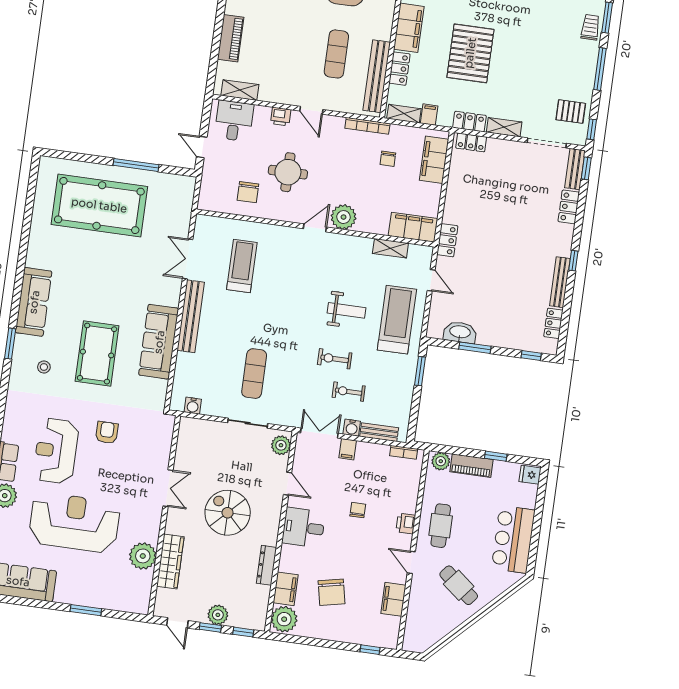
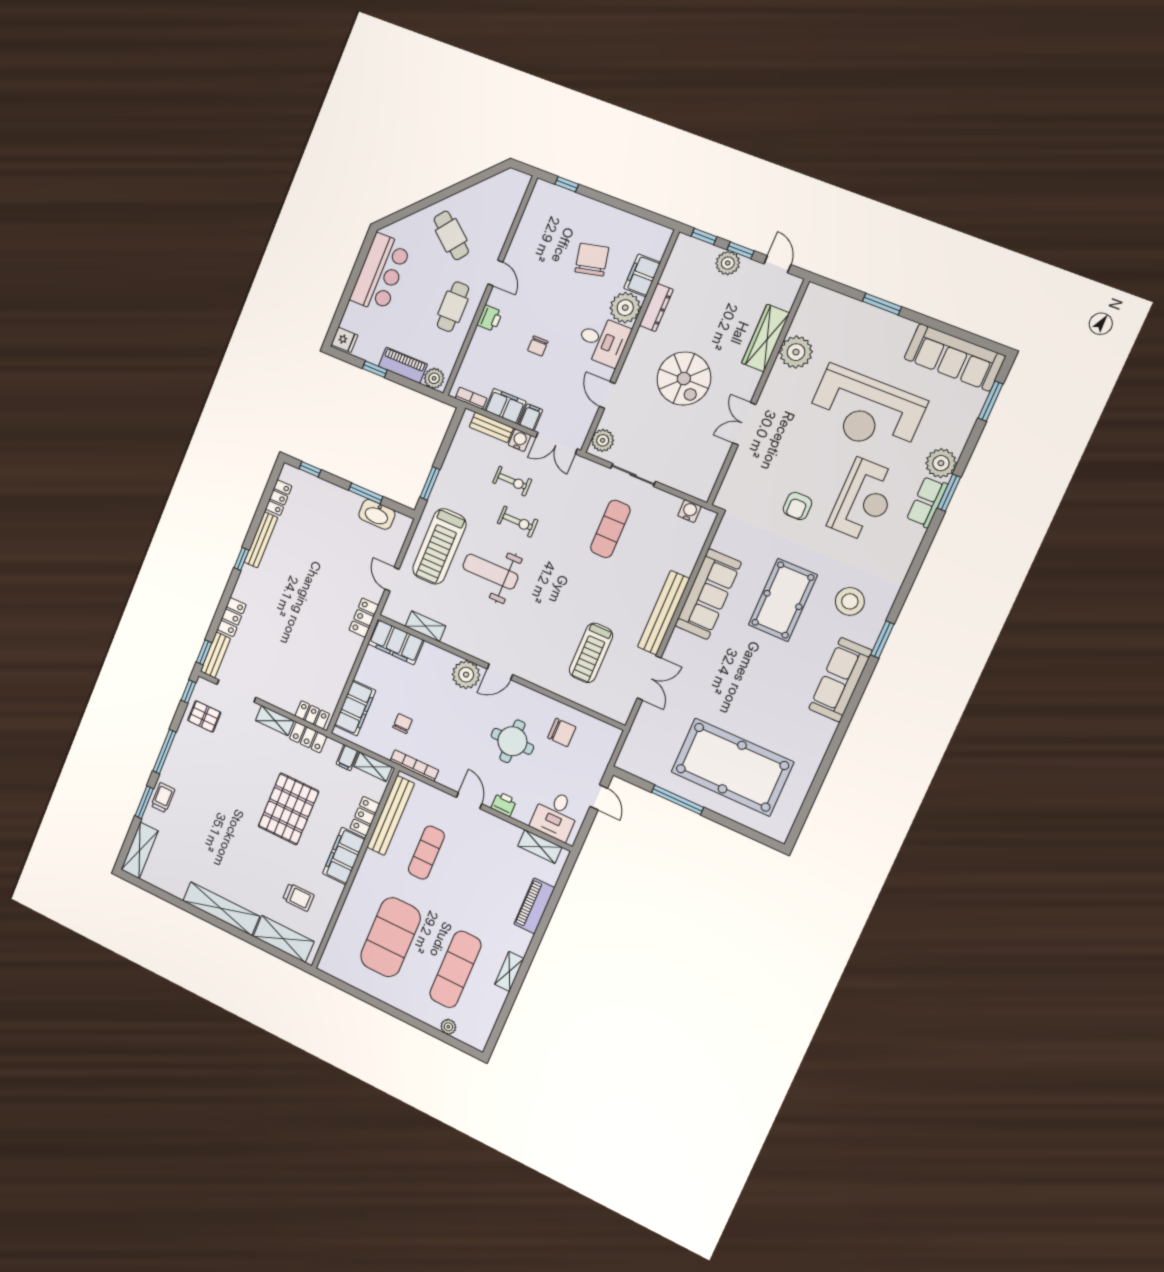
trolley: (590, 27) -> (163, 798), turned 180
chair: (248, 192) -> (562, 732), turned 90
weight bench: (346, 310) -> (490, 572), width x1.36, depth x1.33
stool: (44, 367) -> (850, 601), width x1.89, depth x1.89
filing cabinet: (393, 599) -> (505, 406), moved, turned -90
plant: (284, 619) -> (625, 308), moved

